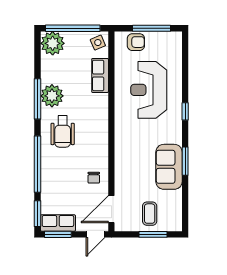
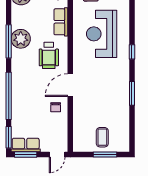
wheelchair: (63, 131) -> (49, 55), moved
sofa: (169, 167) -> (118, 98), removed
door: (111, 209) -> (70, 85), moved

